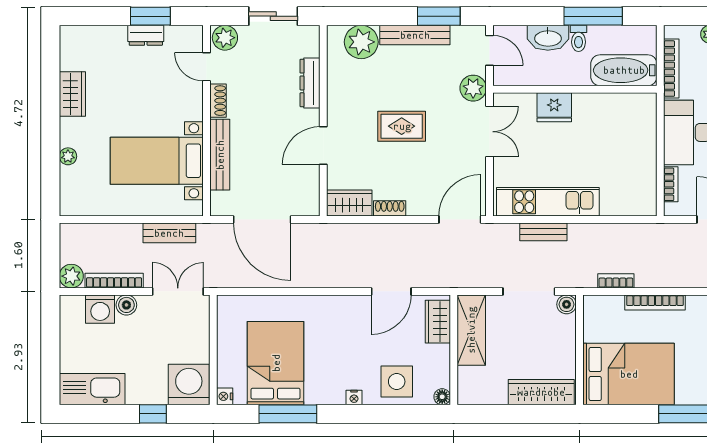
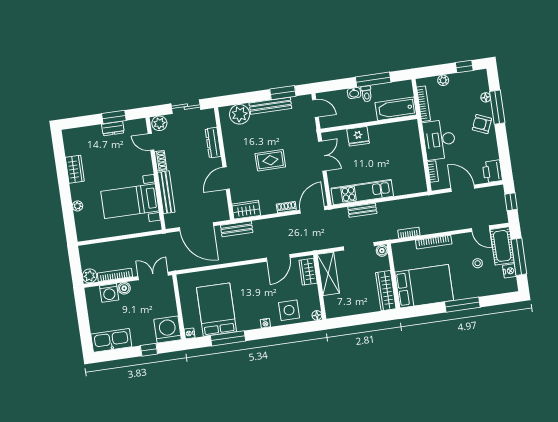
washbasin: (548, 38) -> (354, 93), width x0.52, depth x0.69
plant: (473, 88) -> (309, 132), removed
shoe rack: (390, 208) -> (286, 207), moved
bench: (169, 233) -> (237, 229), moved
wardrobe: (541, 392) -> (386, 291), moved, turned -90

